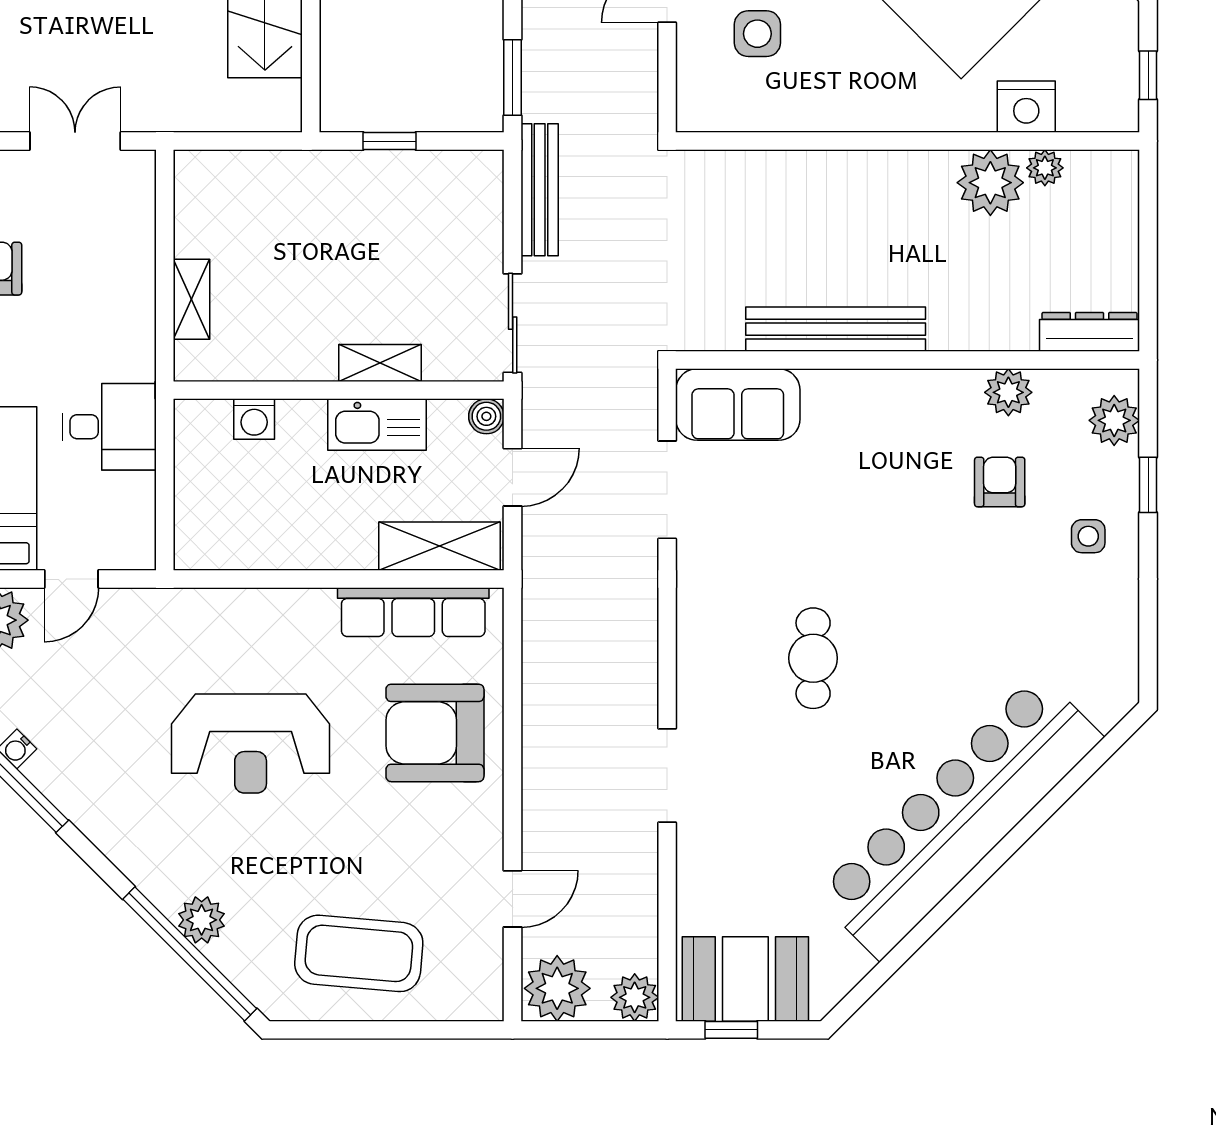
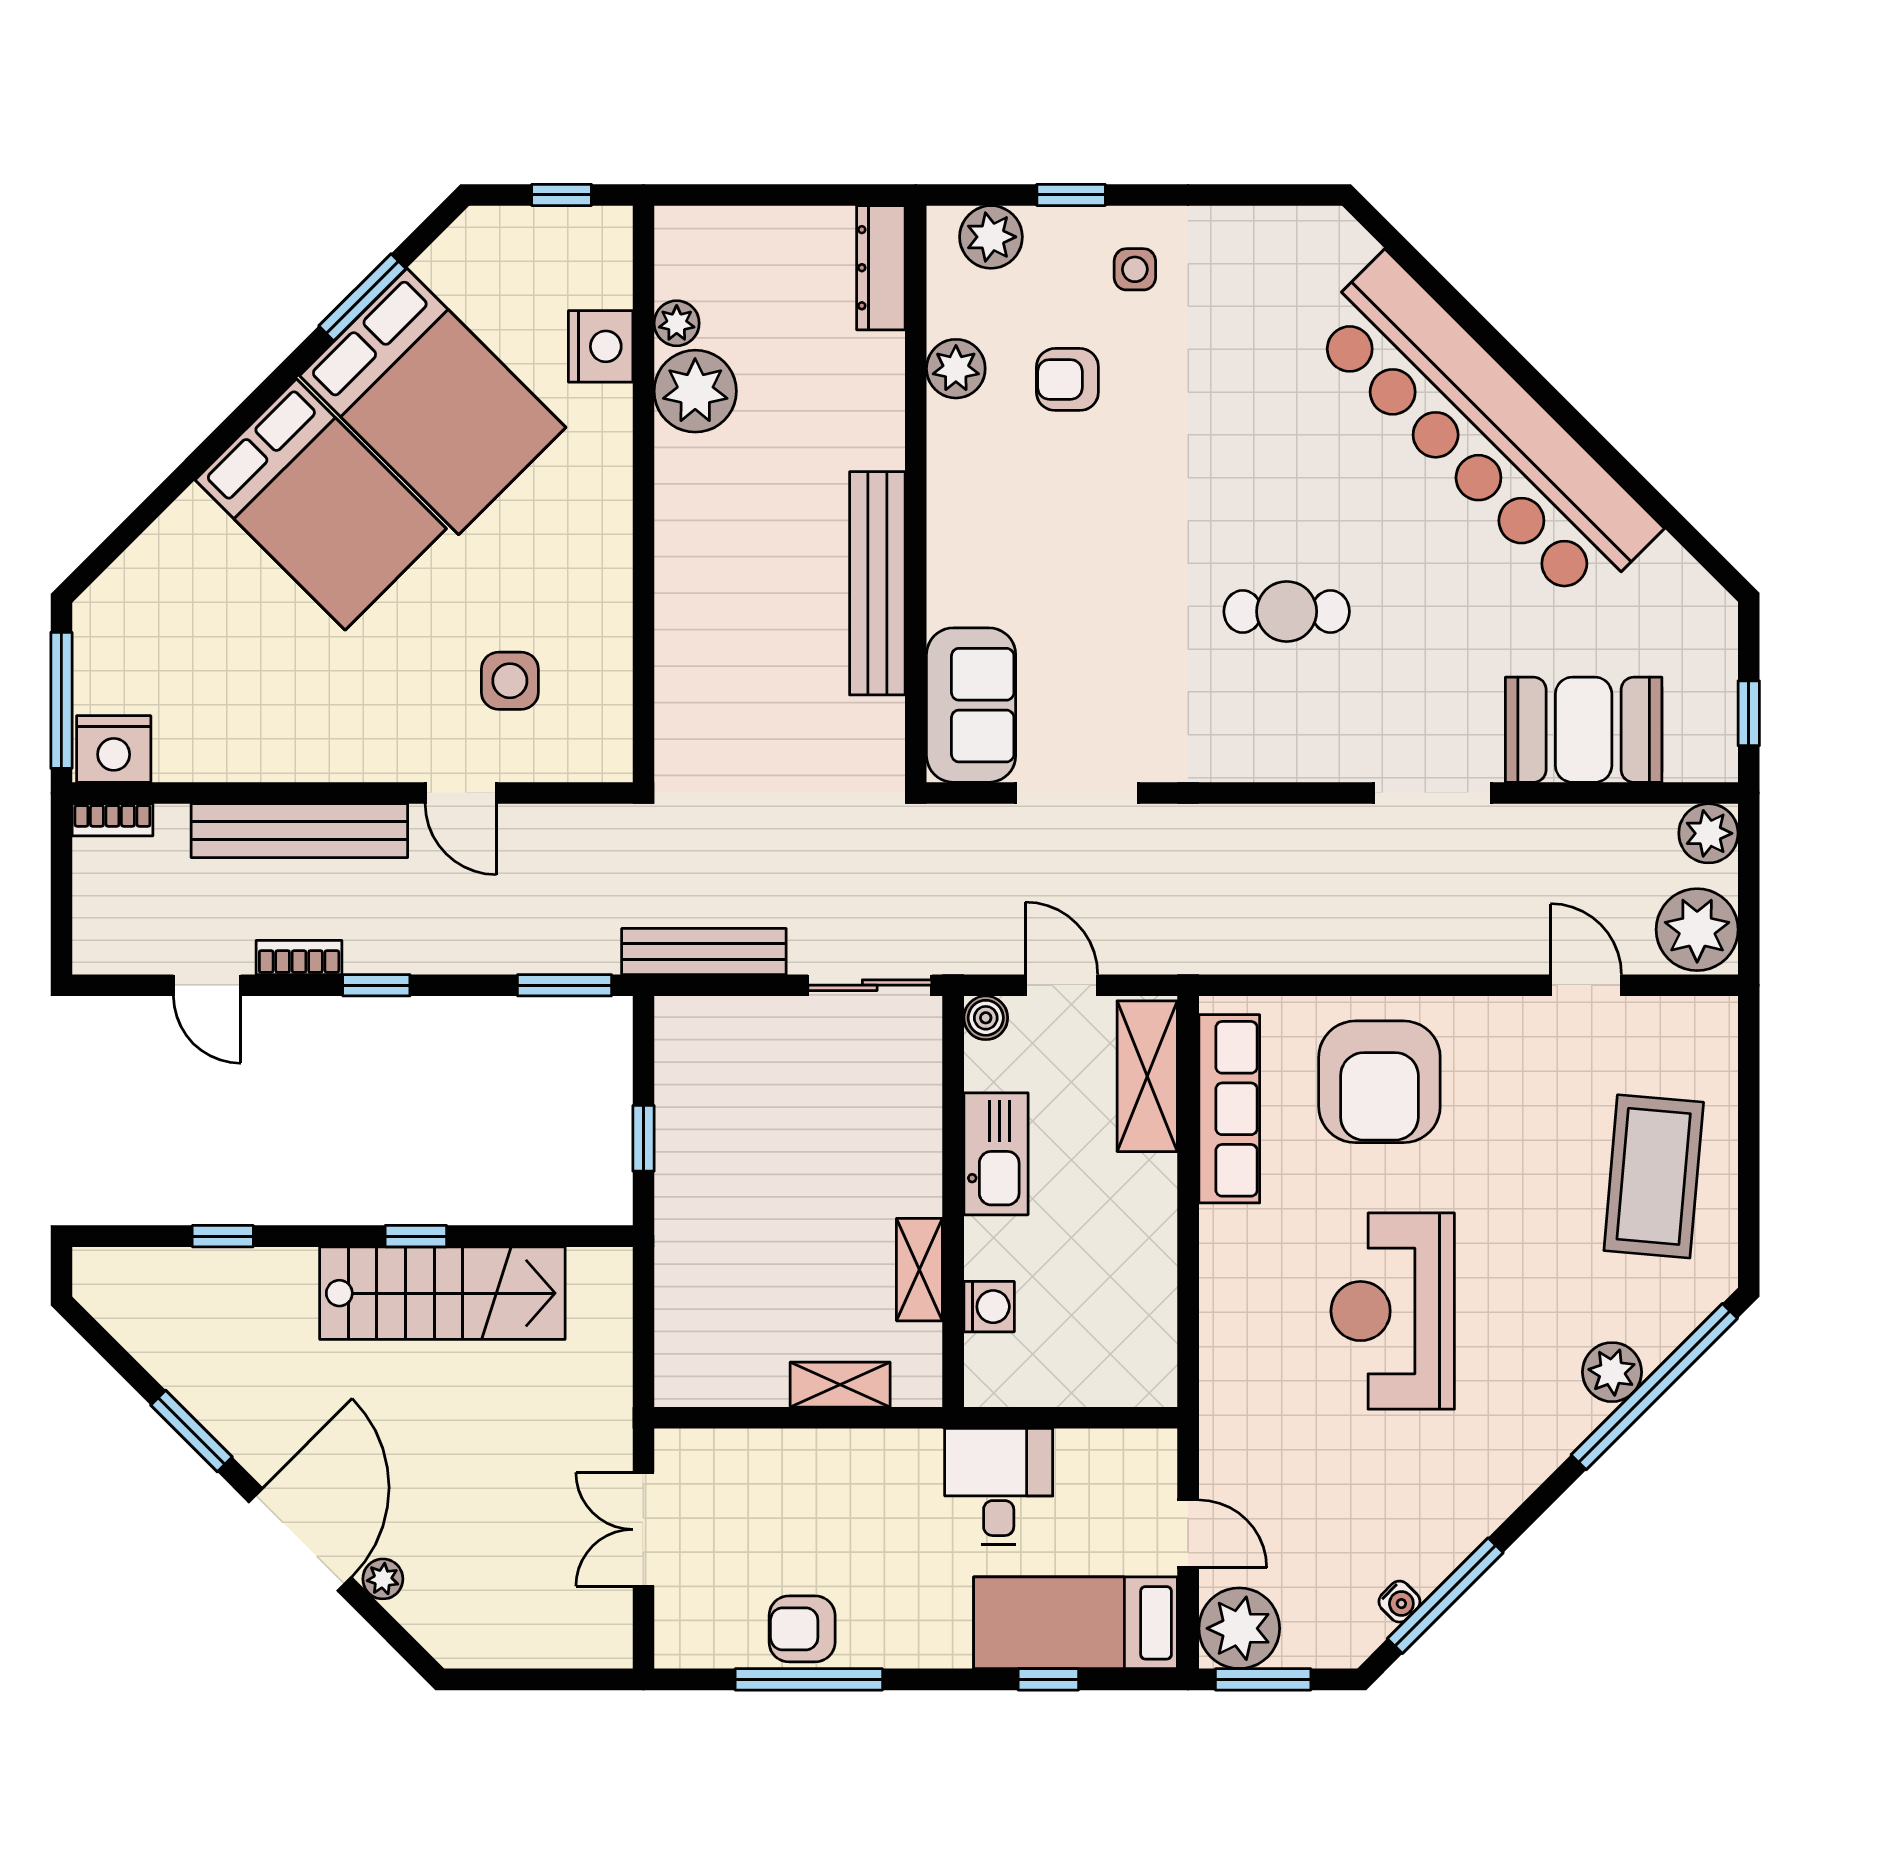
shelving: (380, 363) -> (919, 1270), moved
reception desk: (251, 744) -> (1393, 1311), turned 180
booth: (745, 979) -> (1584, 730), moved, turned 90

